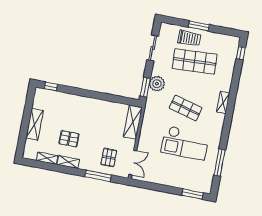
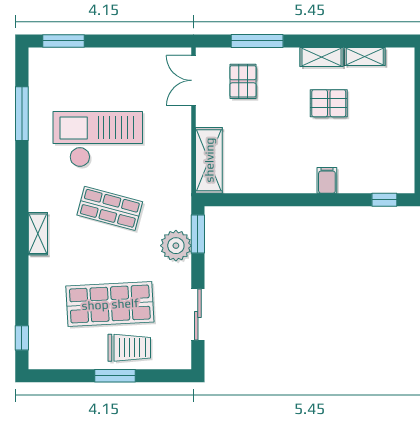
trolley: (189, 38) -> (129, 348), turned 180
filing cabinet: (77, 101) -> (327, 180), added
shelving: (35, 124) -> (402, 119), removed

